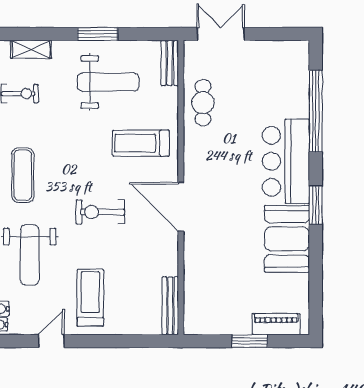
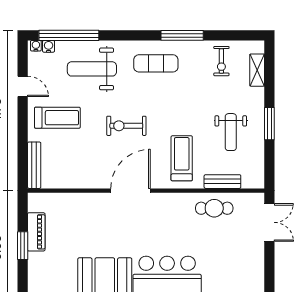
bench: (170, 63) -> (222, 182), moved
weight bench: (108, 82) -> (231, 132), width x0.73, depth x0.75
exercise bike: (100, 212) -> (126, 126), turned -90
bench: (170, 306) -> (34, 165), moved, turned 90
piano: (276, 324) -> (36, 232), moved

